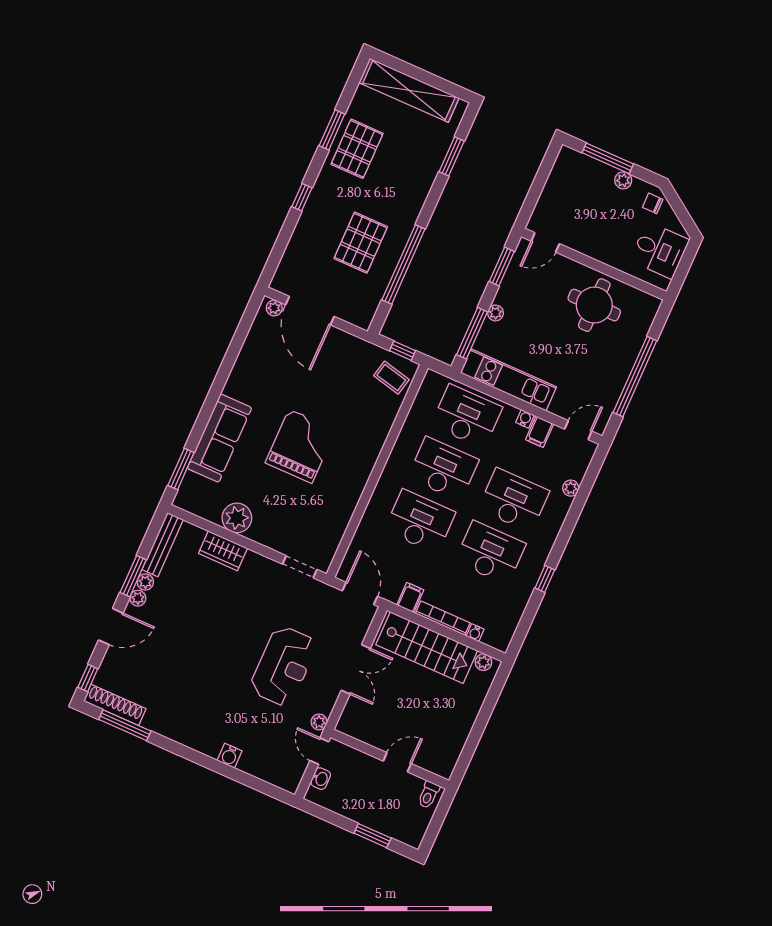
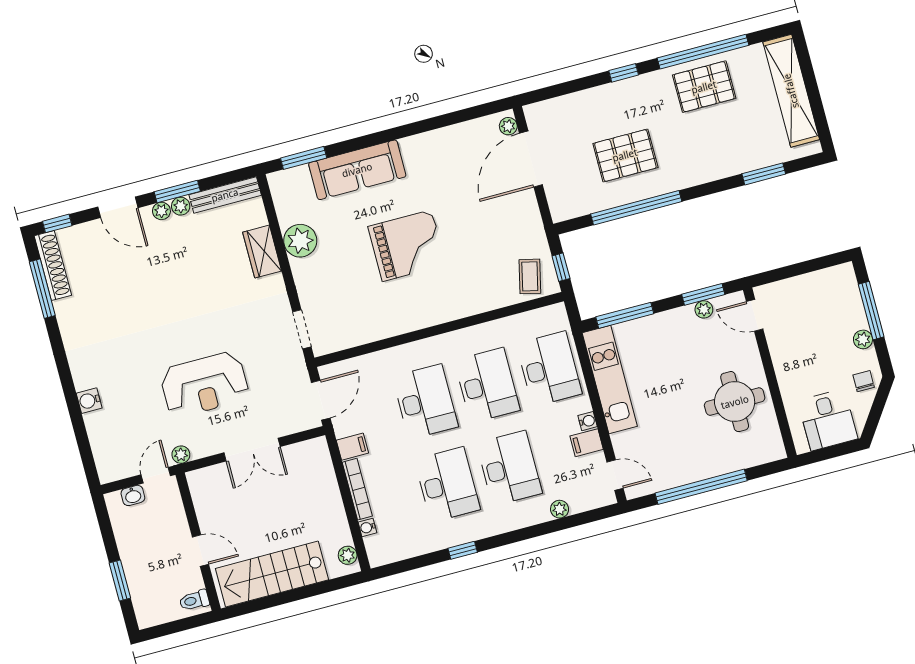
window: (332, 130) -> (703, 52), width x2.11
plant: (496, 313) -> (704, 309), moved
stairs: (427, 648) -> (272, 574), moved, turned 90

